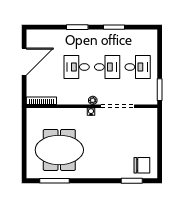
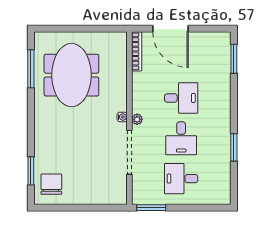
window: (77, 27) -> (234, 59), moved
door: (24, 62) -> (170, 29), moved
desk: (77, 67) -> (181, 98), turned 90
desk: (138, 67) -> (181, 179), turned 90
chair: (142, 165) -> (51, 184), turned 180

